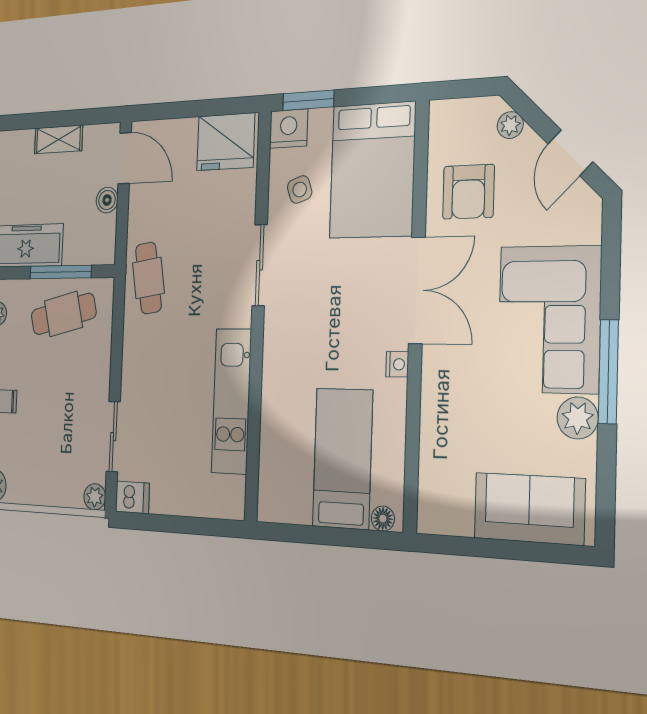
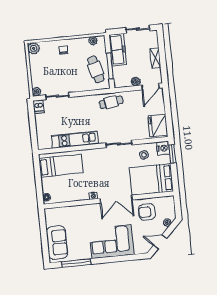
window: (608, 372) -> (76, 263), moved
plant: (578, 418) -> (85, 254), removed
bed: (343, 458) -> (61, 166), moved

